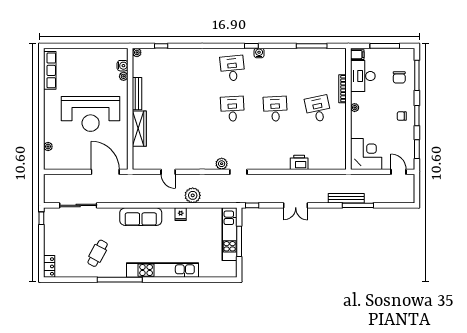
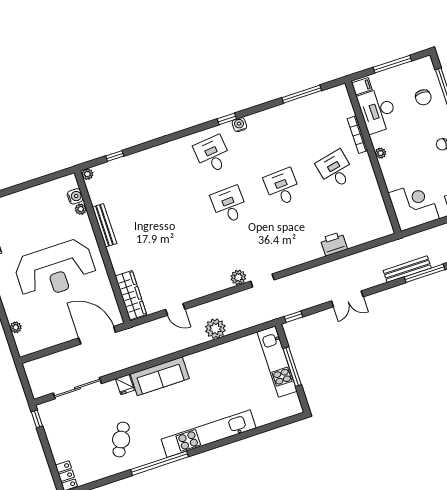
wardrobe: (139, 129) -> (131, 295), moved
fridge: (181, 214) -> (125, 384), moved

